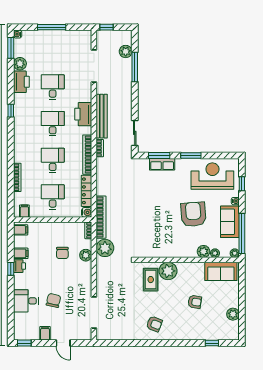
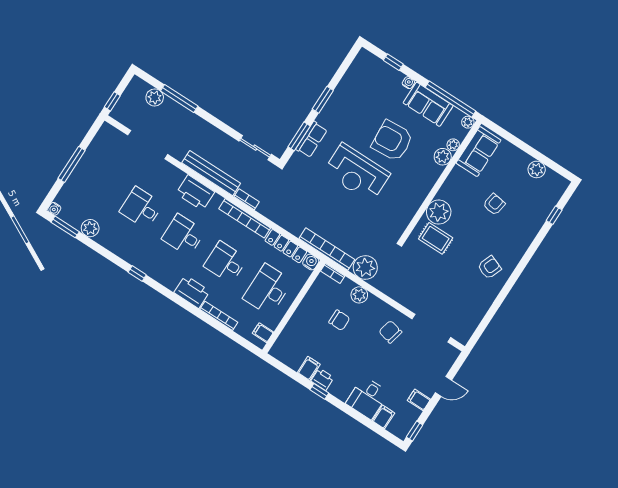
printer: (21, 82) -> (192, 292), moved
reception desk: (212, 176) -> (357, 173), moved, turned -90
desk: (53, 197) -> (268, 290), width x1.37
filing cabinet: (21, 230) -> (384, 417), moved
chair: (53, 300) -> (390, 332), moved

